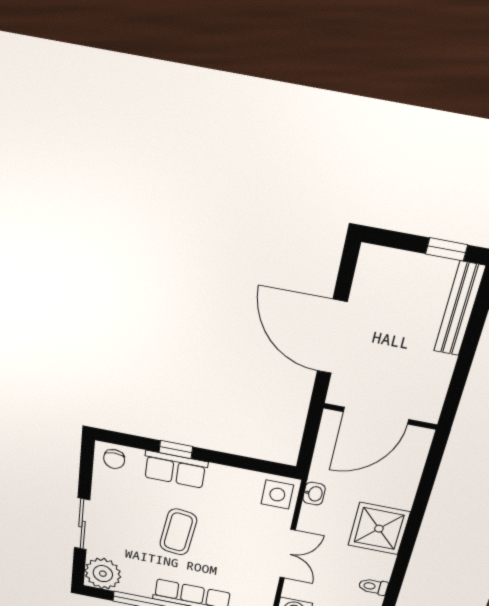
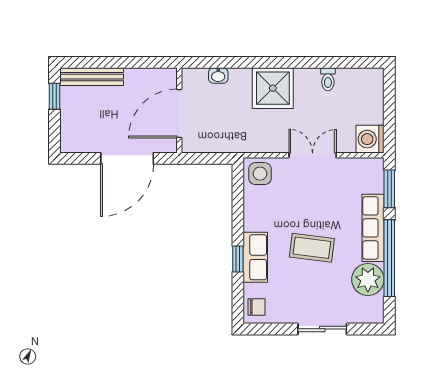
door: (376, 416) -> (179, 114), swing flipped
washbasin: (314, 494) -> (218, 76), moved, turned 180
plant: (103, 574) -> (368, 280), moved

